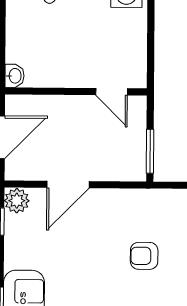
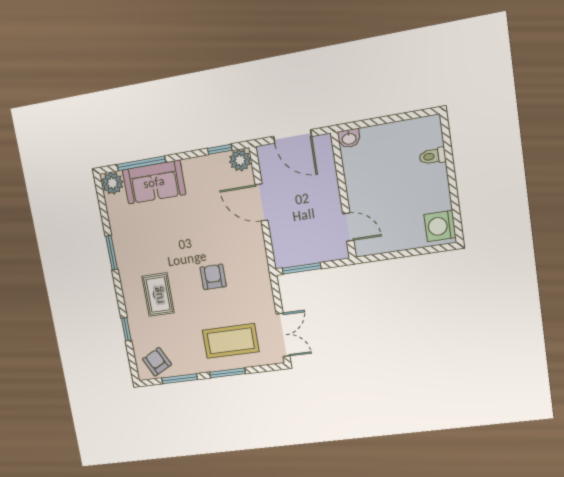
door: (112, 92) -> (348, 227), swing flipped

